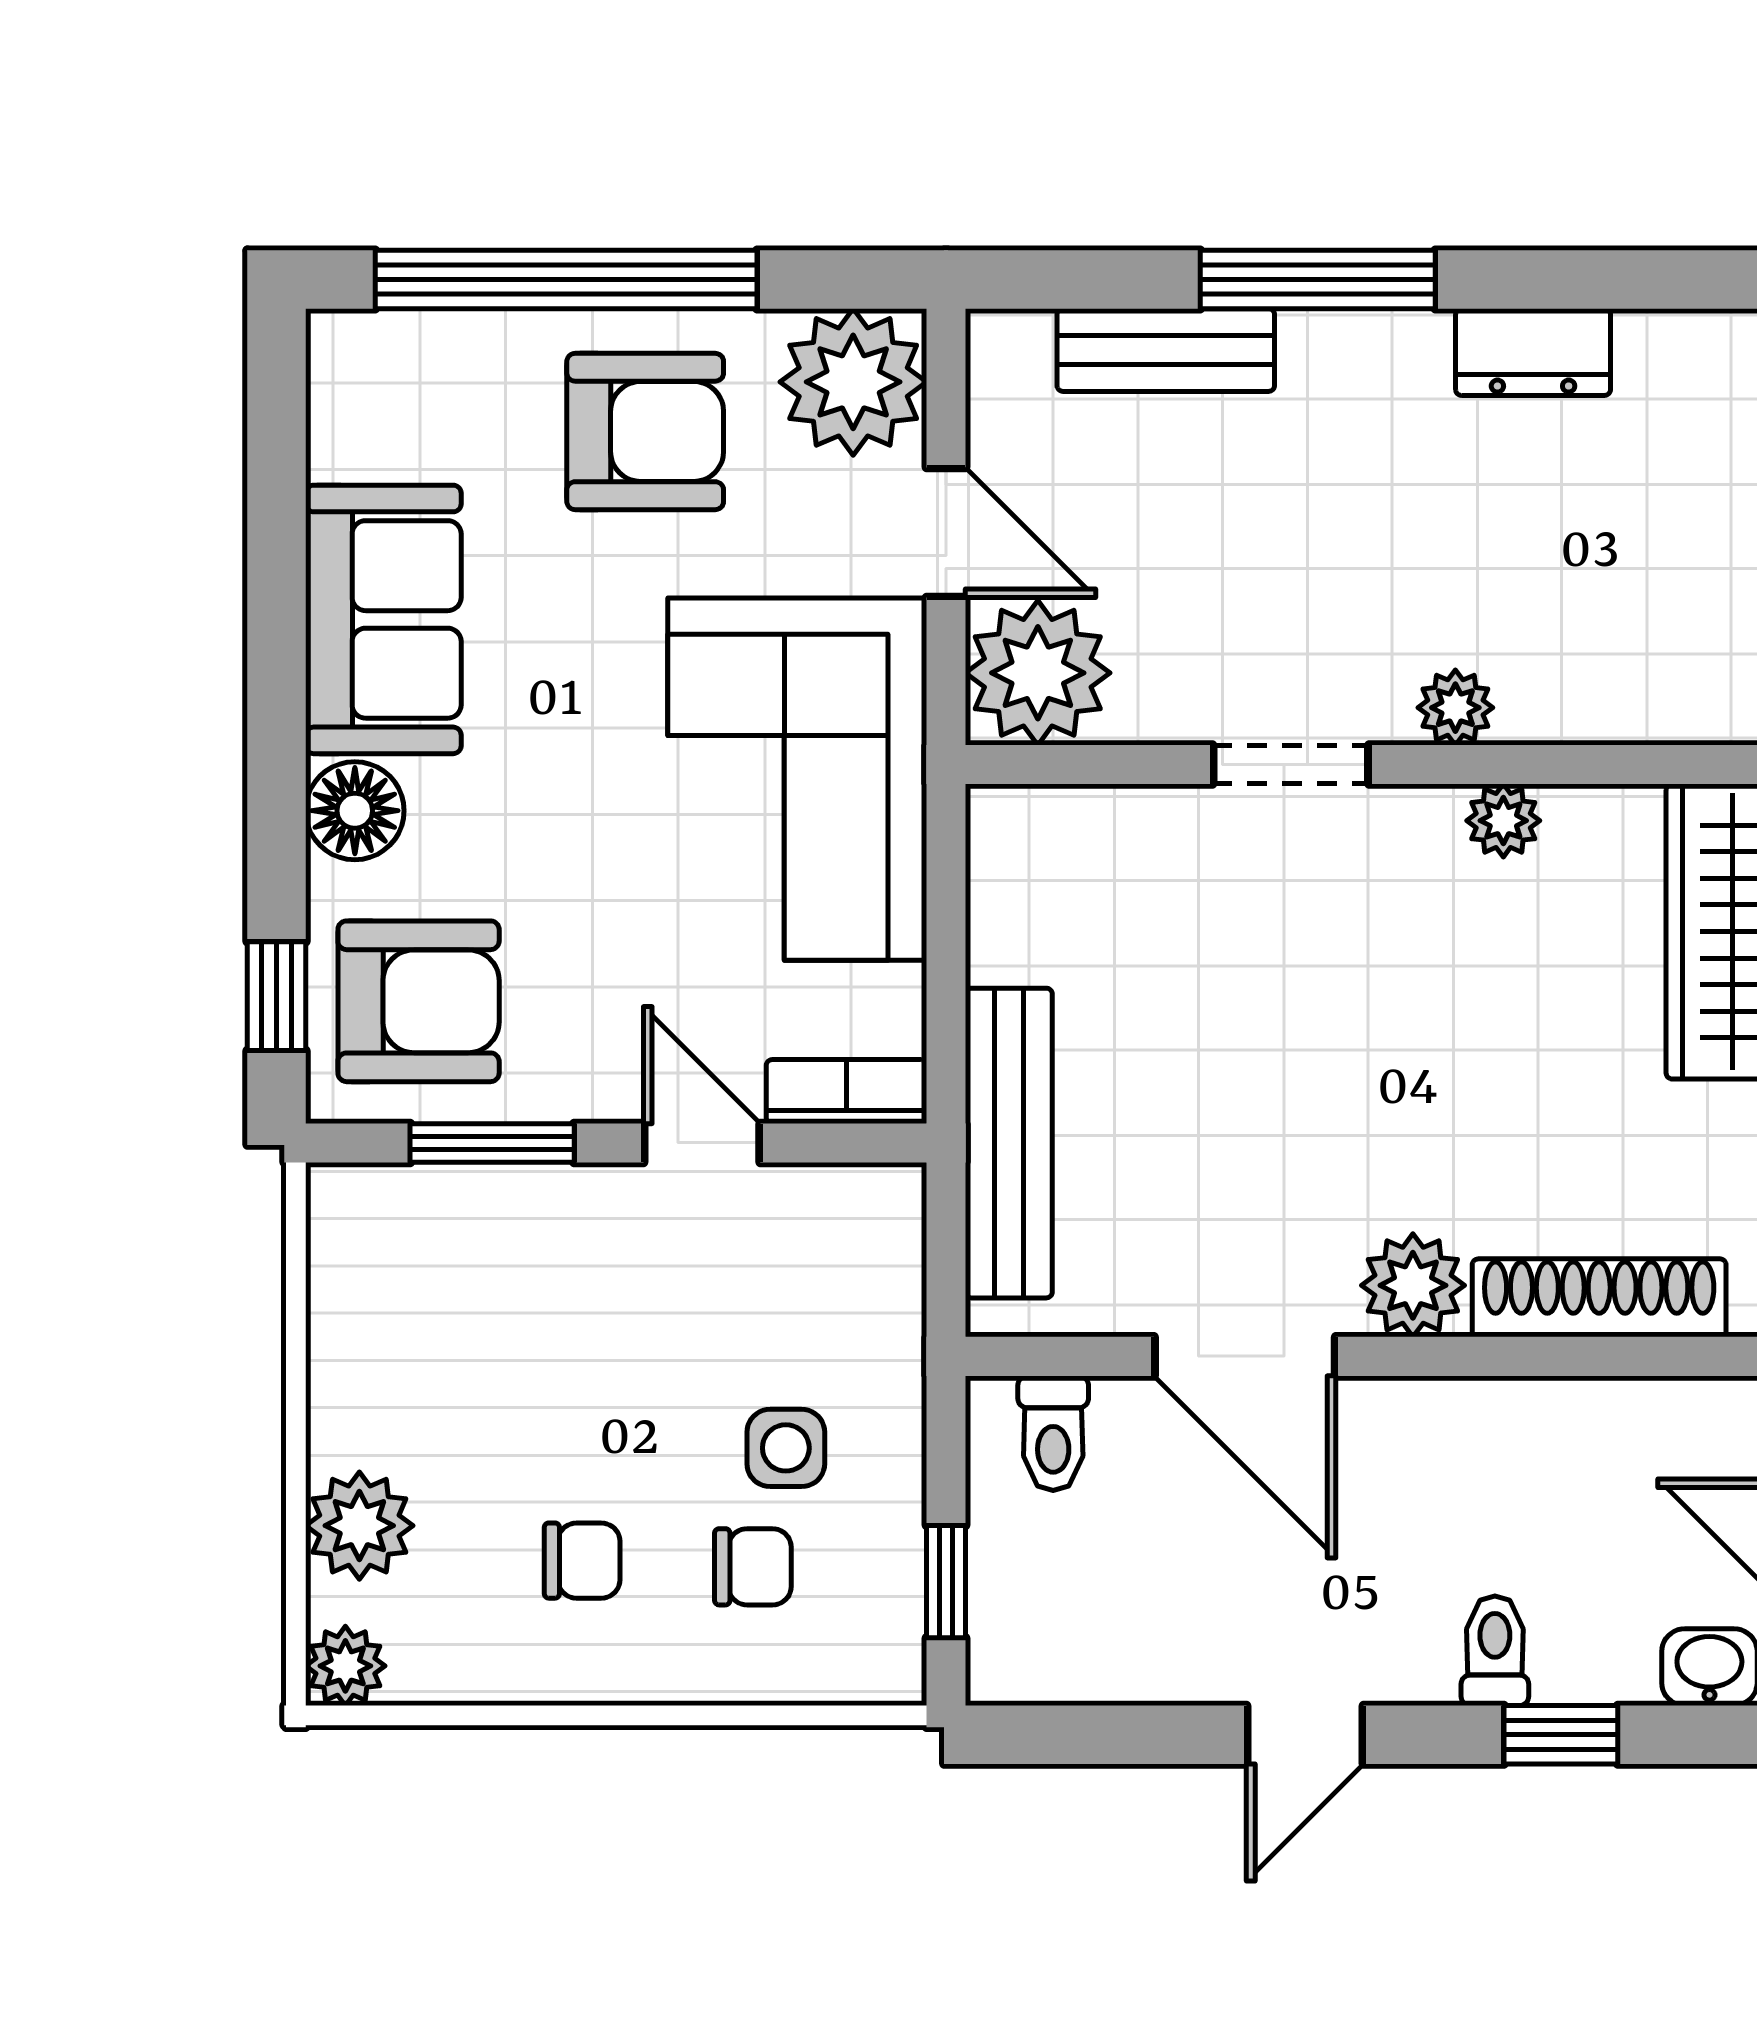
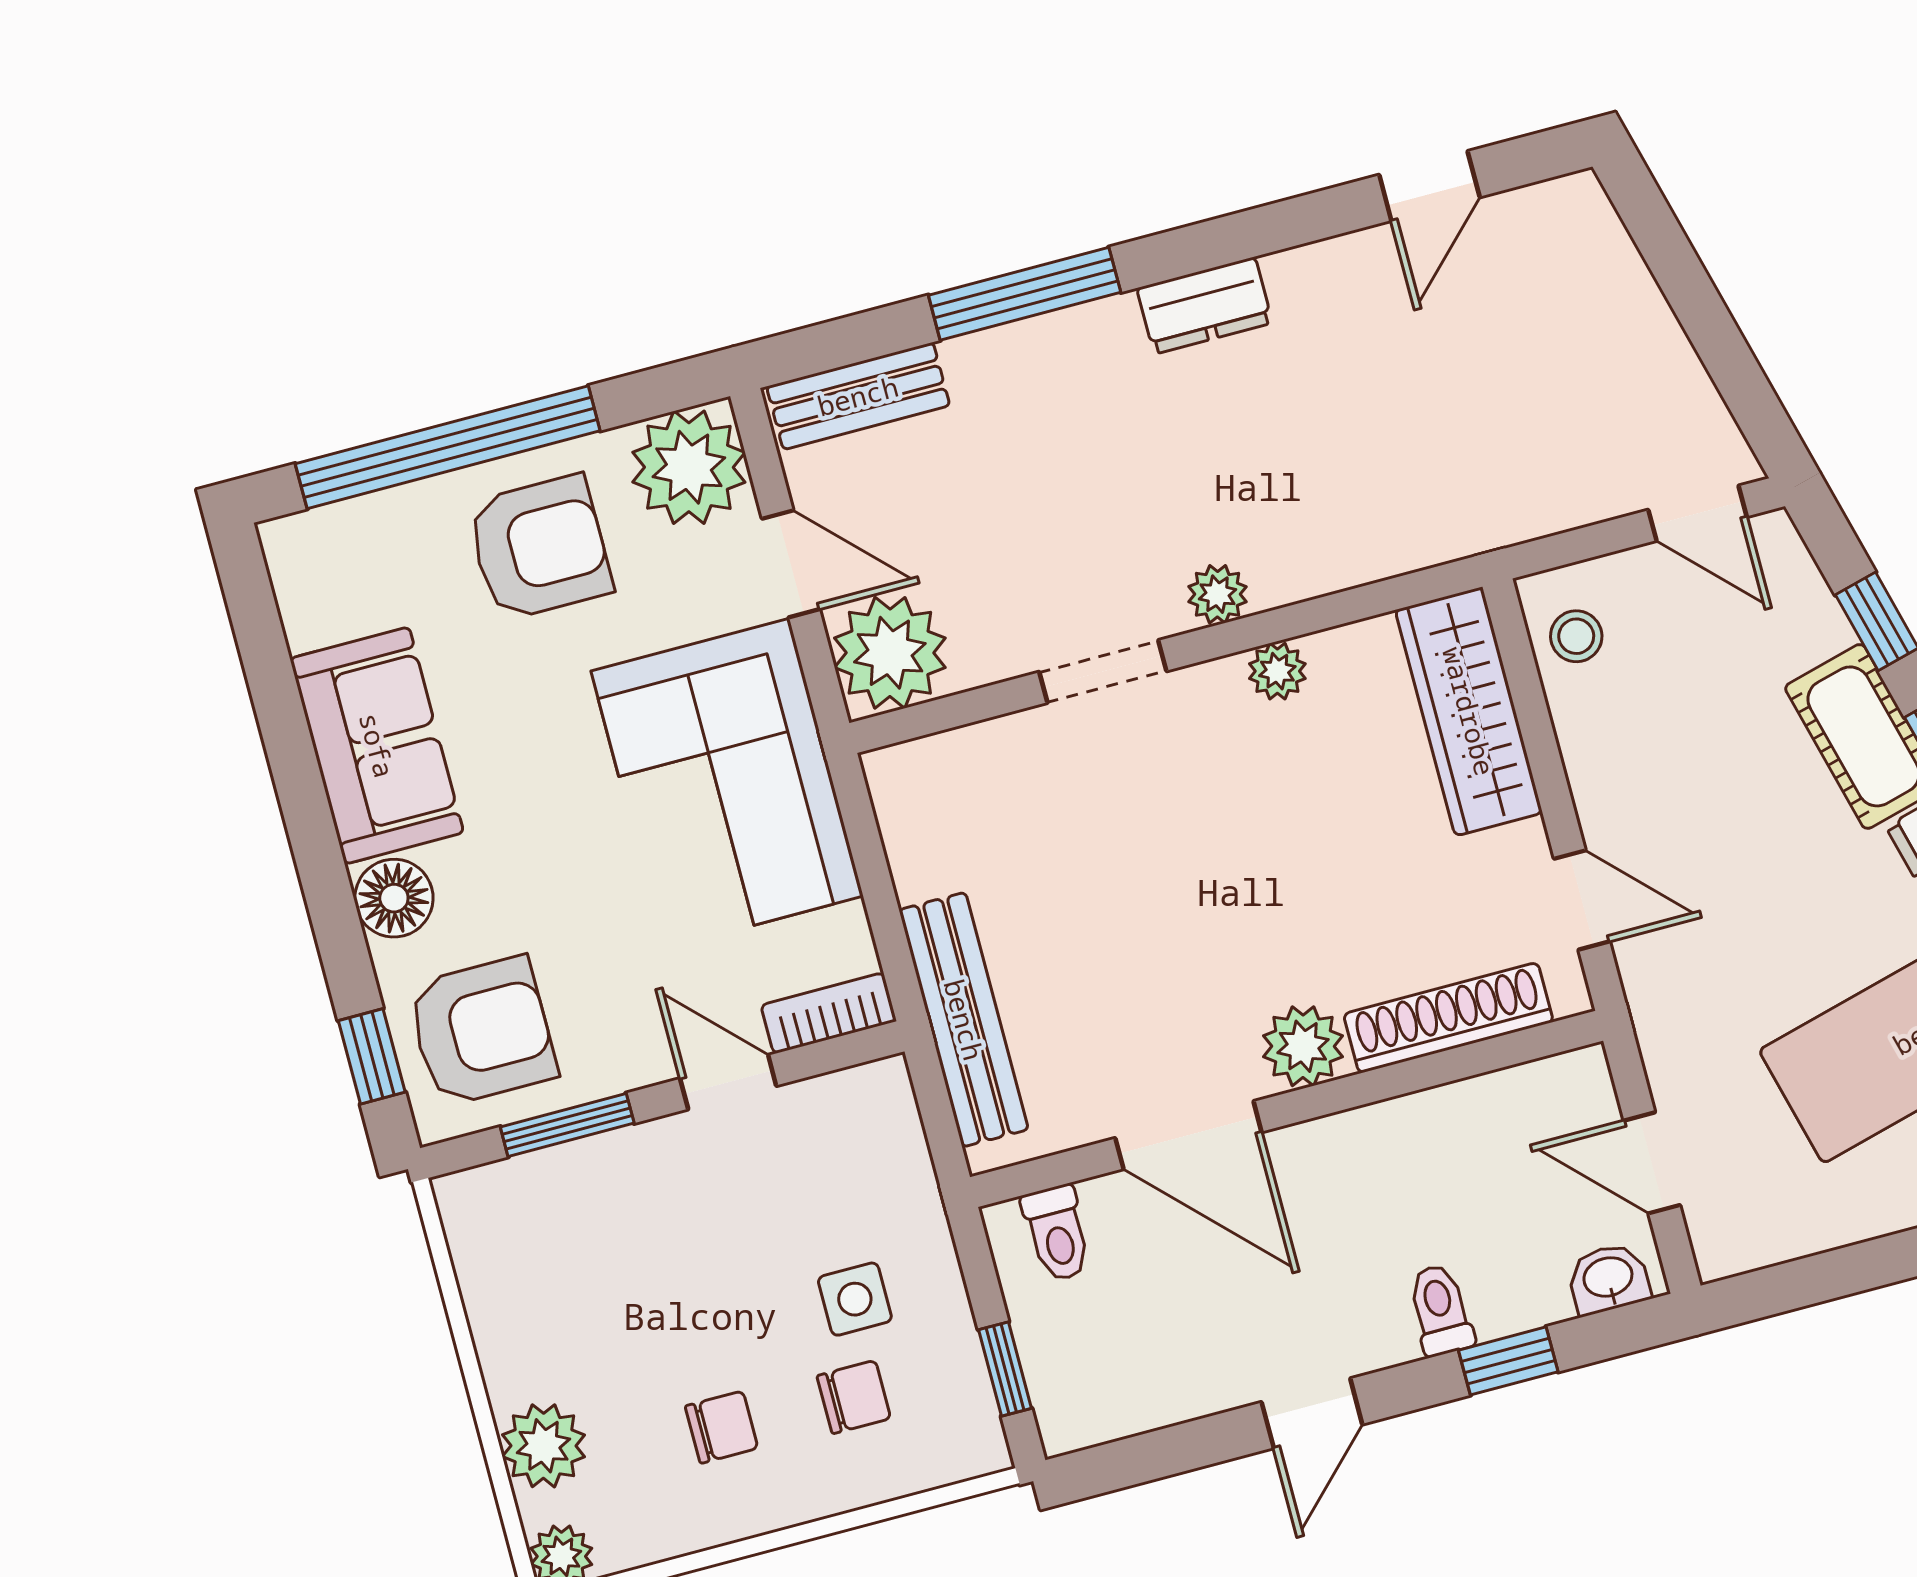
bench: (1166, 350) -> (858, 396), moved

